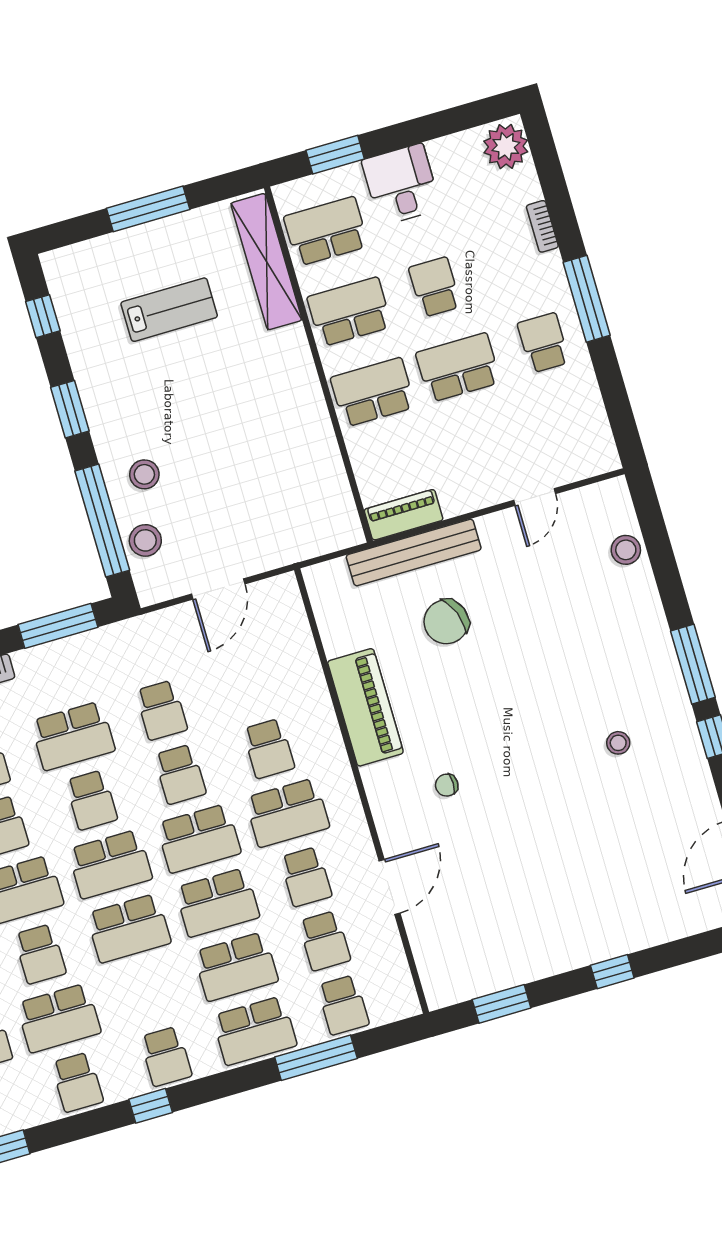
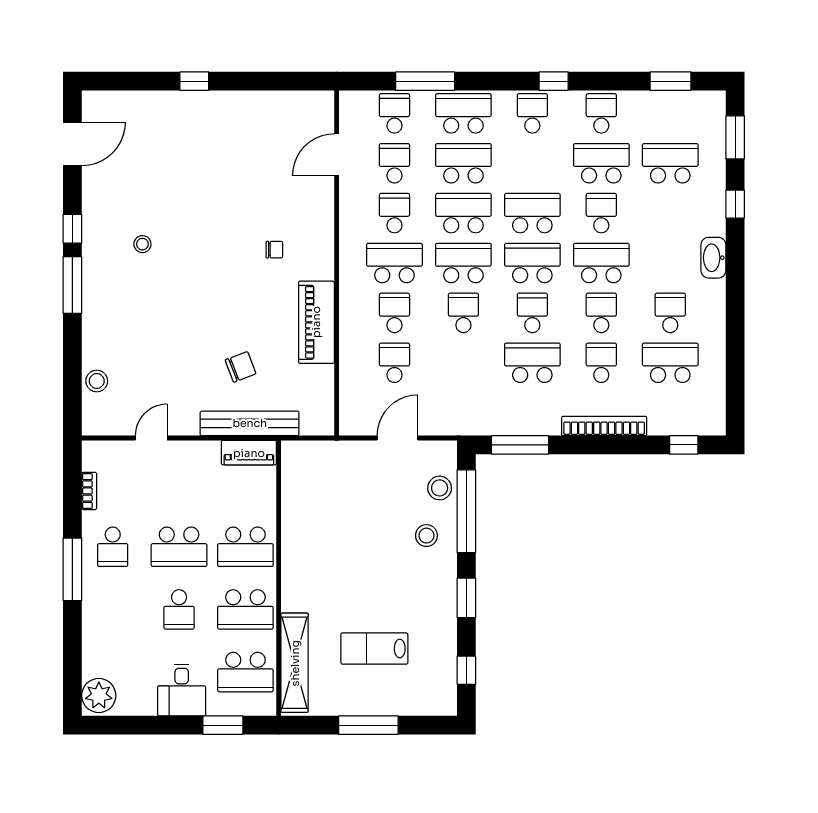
bookcase: (542, 226) -> (89, 491), moved
chair: (446, 622) -> (241, 367), width x0.73, depth x0.73
school desk: (161, 710) -> (394, 363), moved
door: (389, 887) -> (337, 155), moved
window: (502, 1004) -> (281, 81), removed

